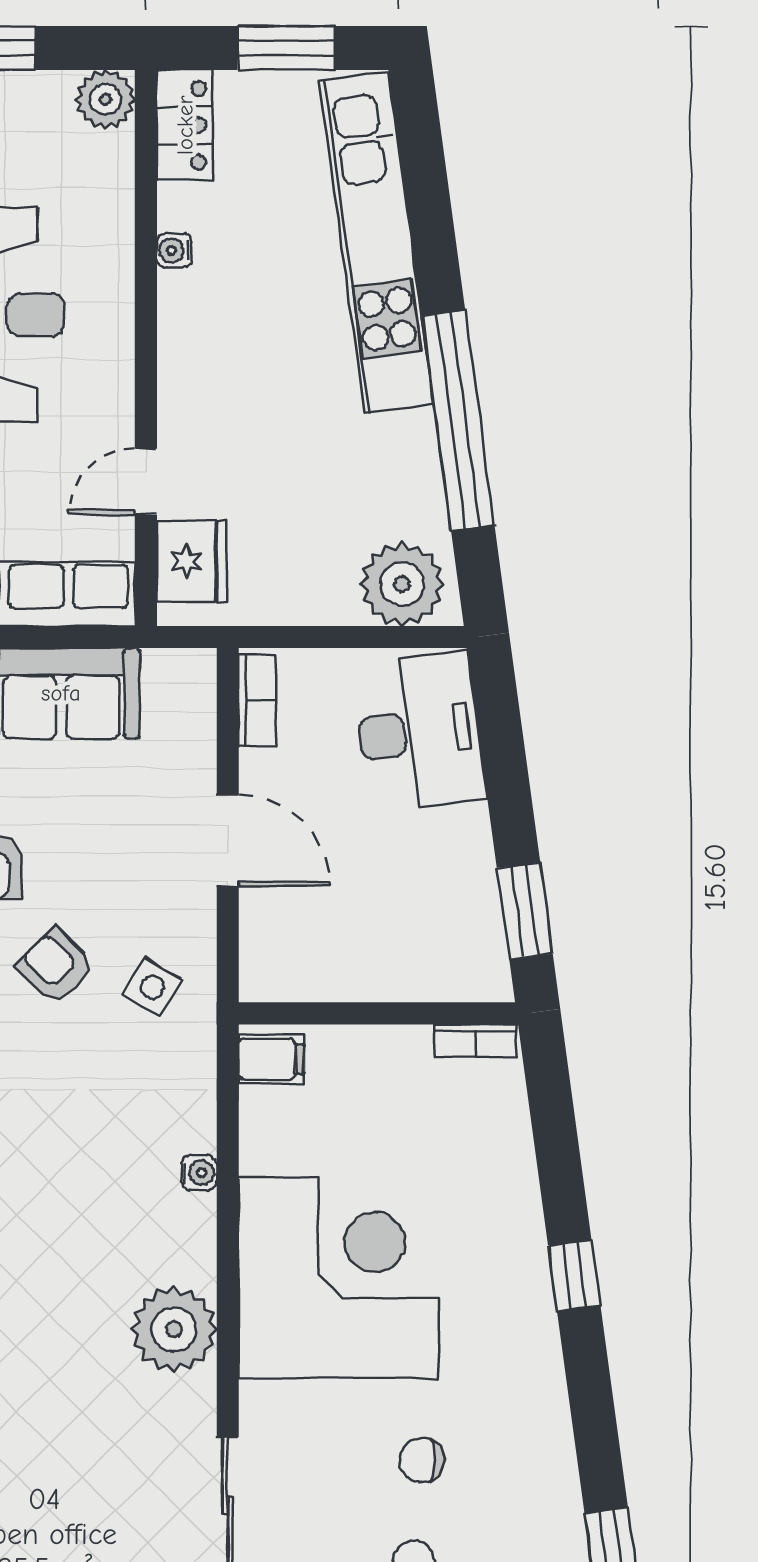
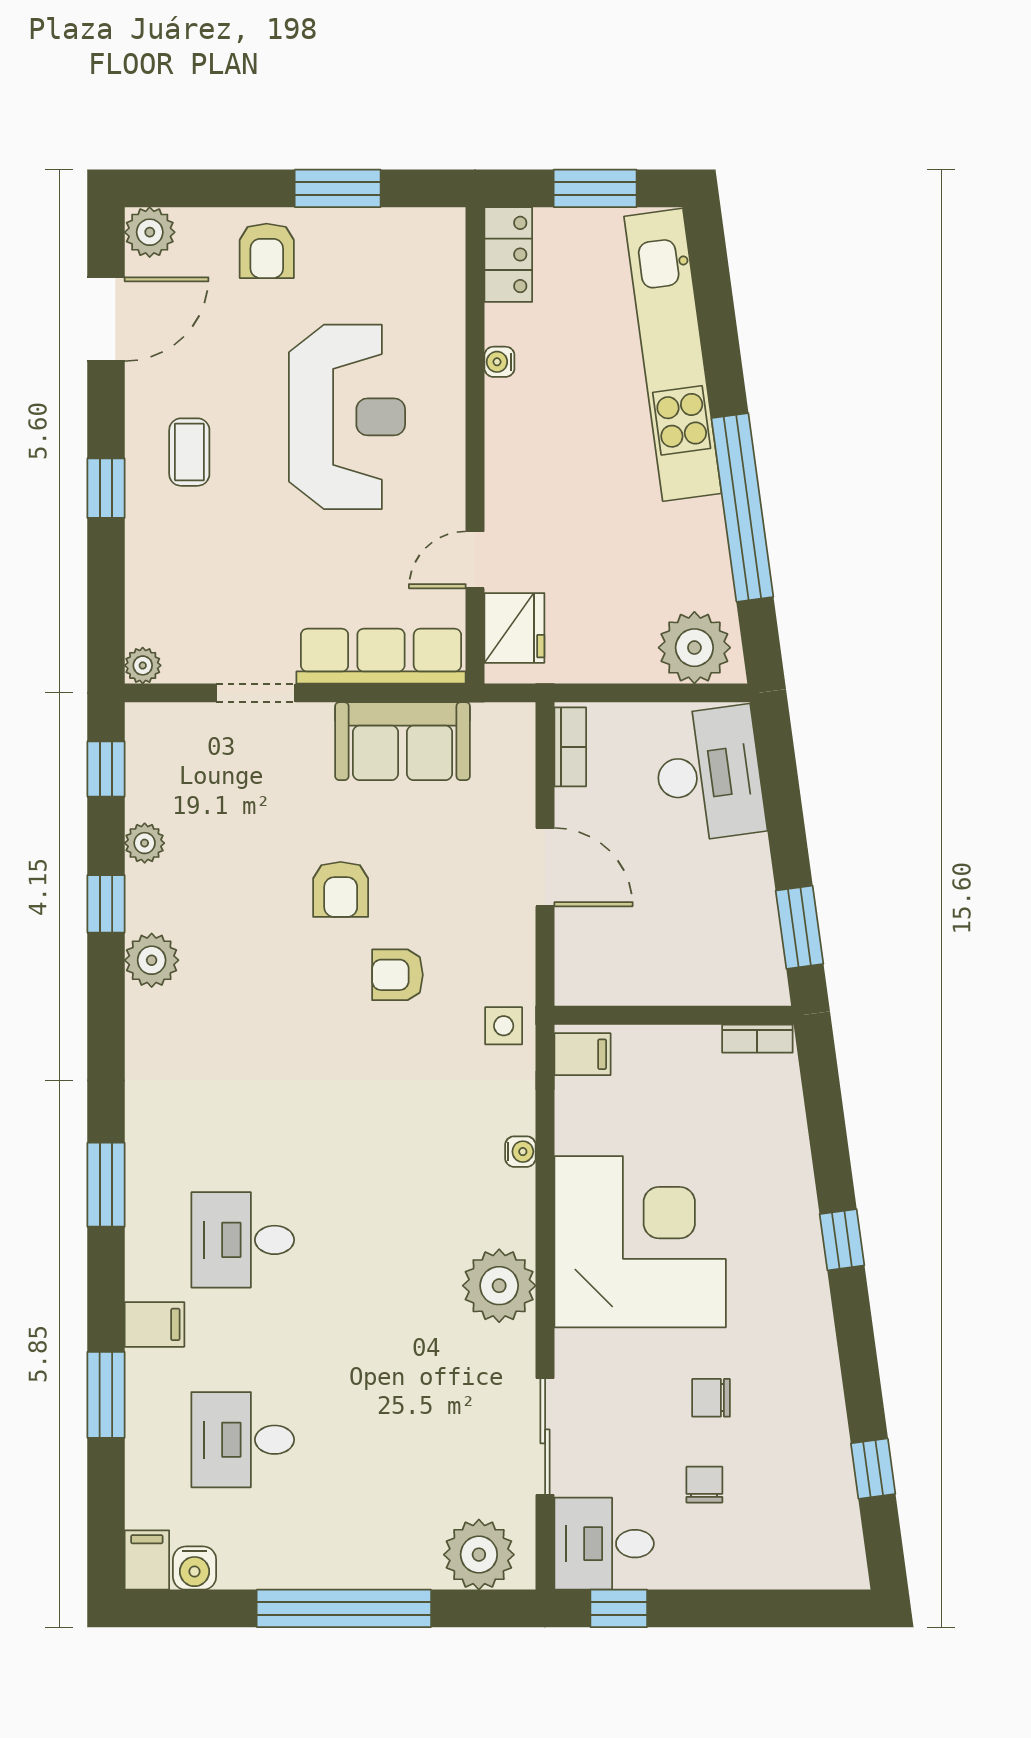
plant: (105, 99) -> (440, 232), removed
armchair: (55, 966) -> (397, 975), turned -45
side table: (152, 987) -> (504, 1026), moved, turned -31

